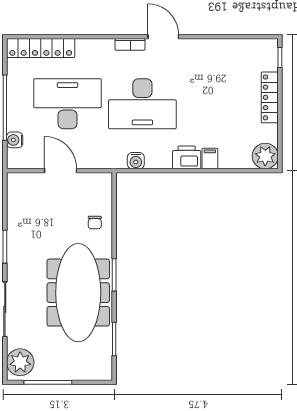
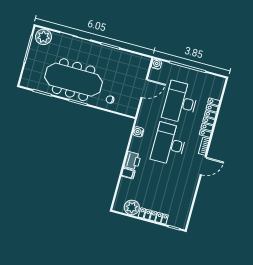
locker: (41, 48) -> (210, 118), moved
desk: (68, 104) -> (180, 102), turned 180
water cooler: (15, 140) -> (157, 64), moved
plant: (265, 156) -> (132, 207), moved

